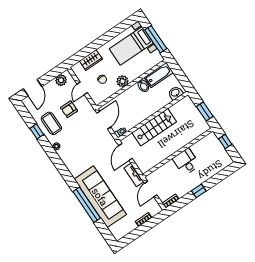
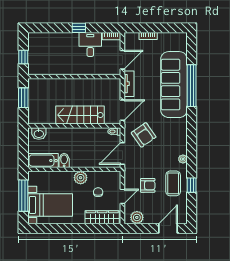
wardrobe: (91, 60) -> (102, 217), width x1.50
armchair: (97, 144) -> (144, 135), added
desk: (186, 162) -> (90, 45), moved, turned 180

